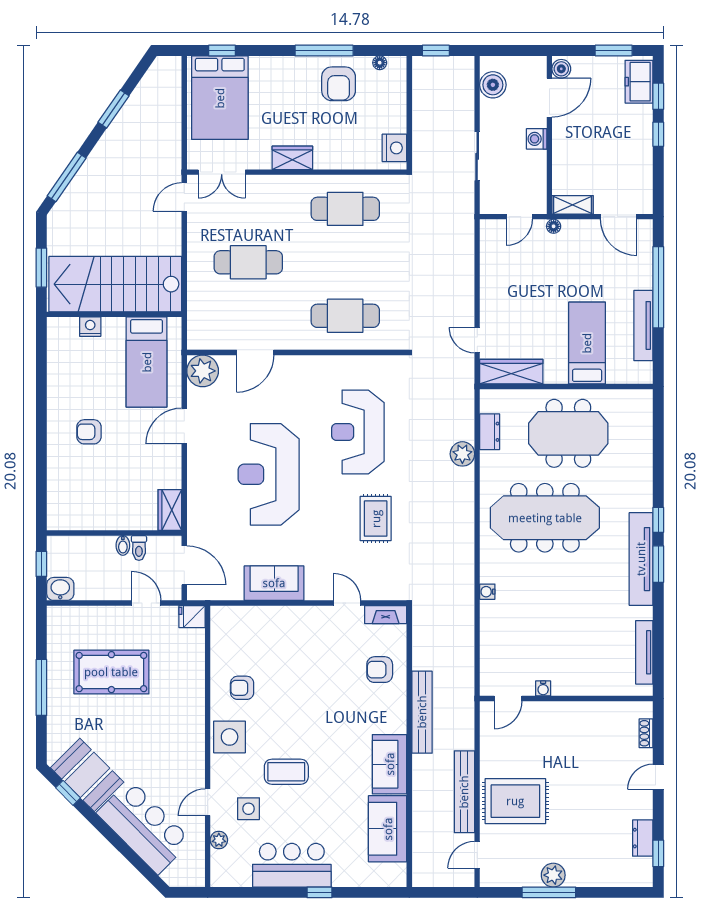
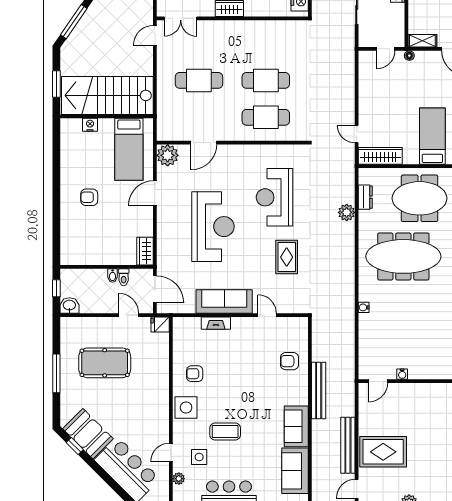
cafe table: (345, 209) -> (266, 80), moved
reception desk: (269, 474) -> (213, 227), turned 180
sofa: (274, 583) -> (224, 302), width x1.36
fireplace: (386, 615) -> (216, 323), moved

